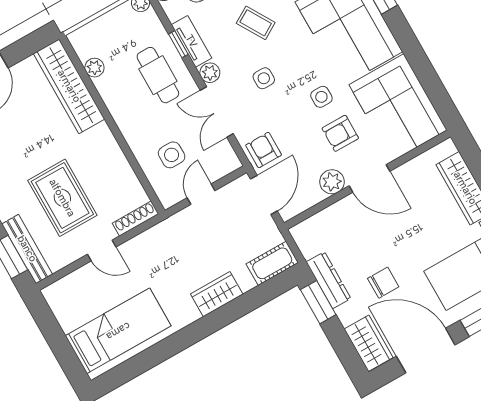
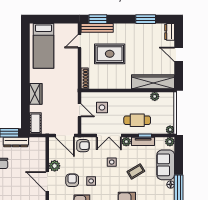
double door: (217, 112) -> (109, 135), swing flipped
door: (369, 178) -> (47, 182), hinge flipped
door: (102, 251) -> (79, 41), moved

